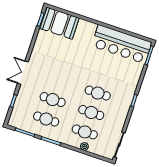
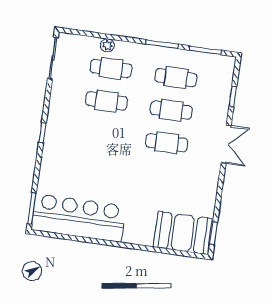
cafe table: (98, 93) -> (167, 143), moved

